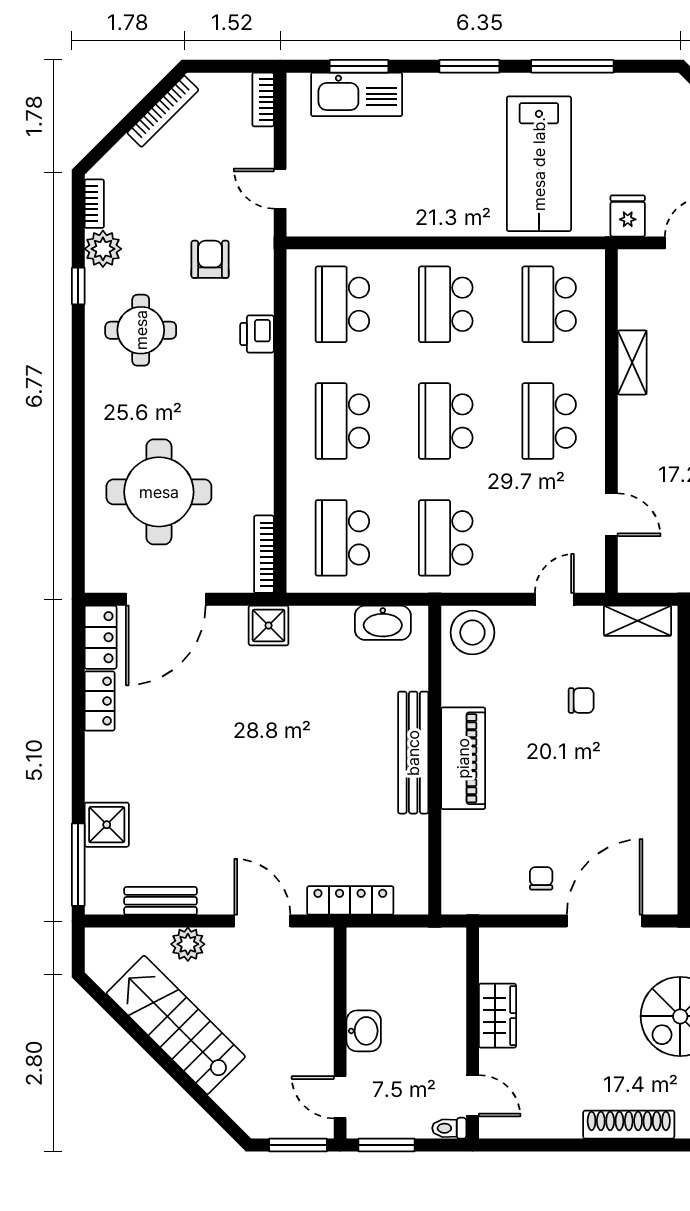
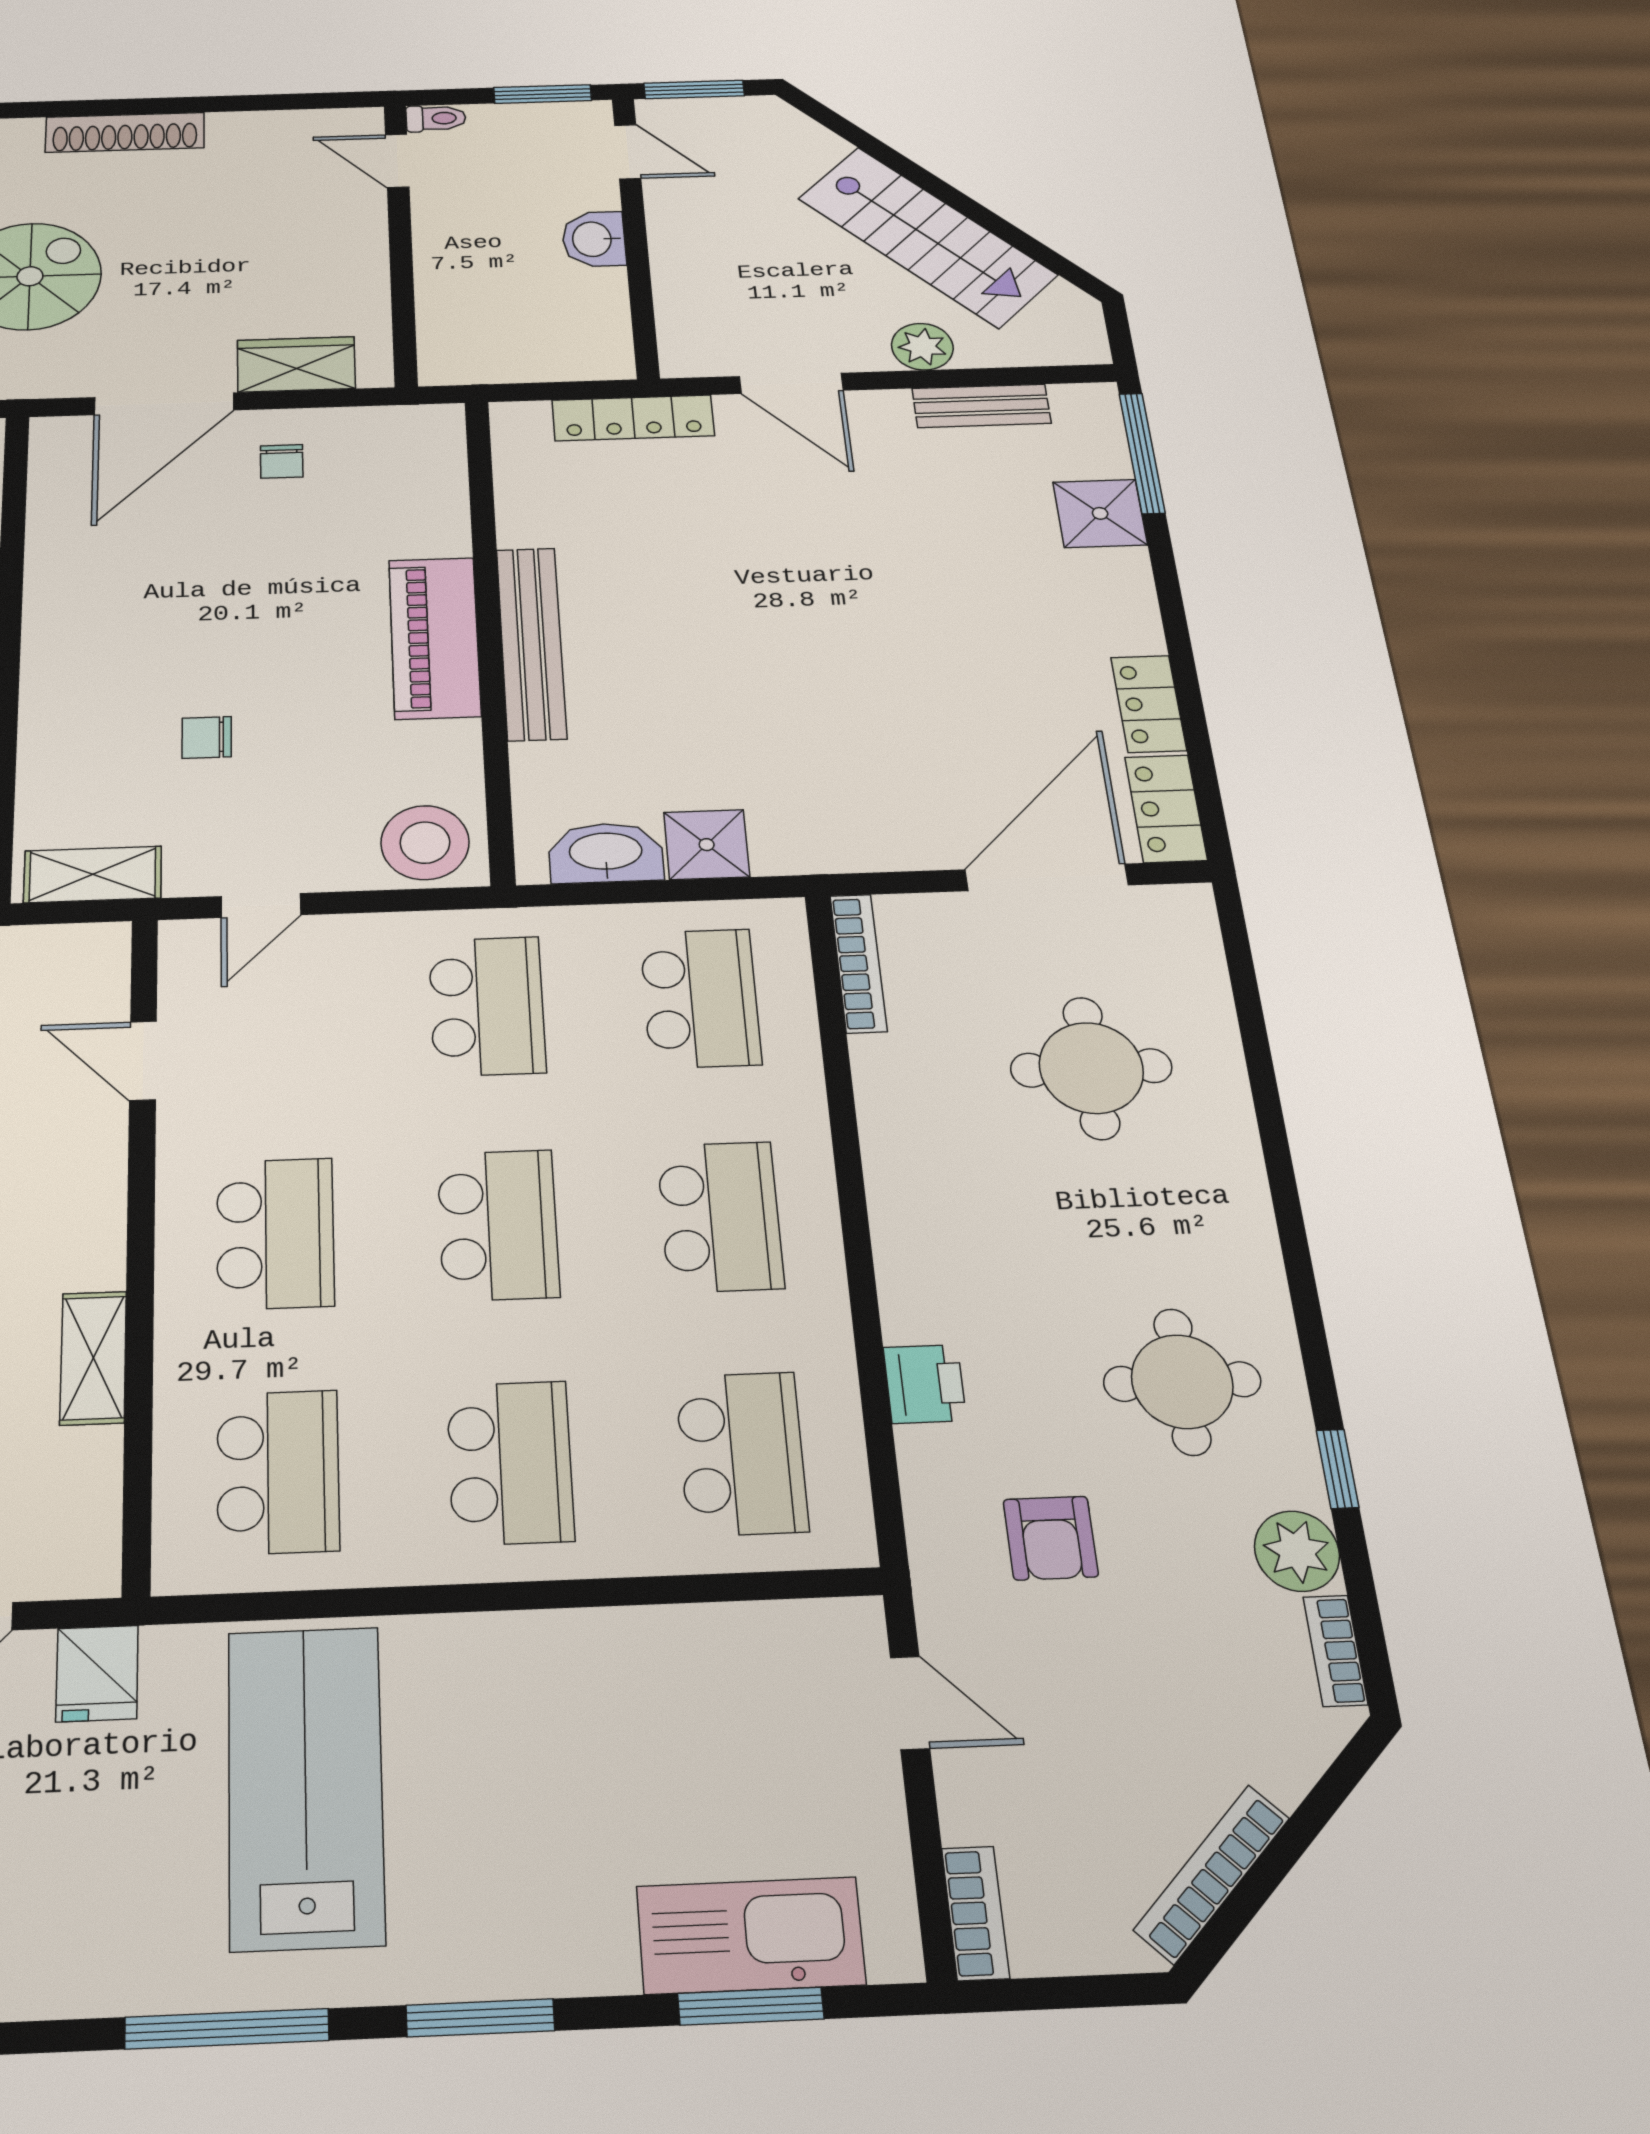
round table: (159, 492) -> (1091, 1068), width x0.73, depth x0.73
shower: (269, 625) -> (707, 845), moved
wardrobe: (497, 1016) -> (296, 364), moved, turned 90

